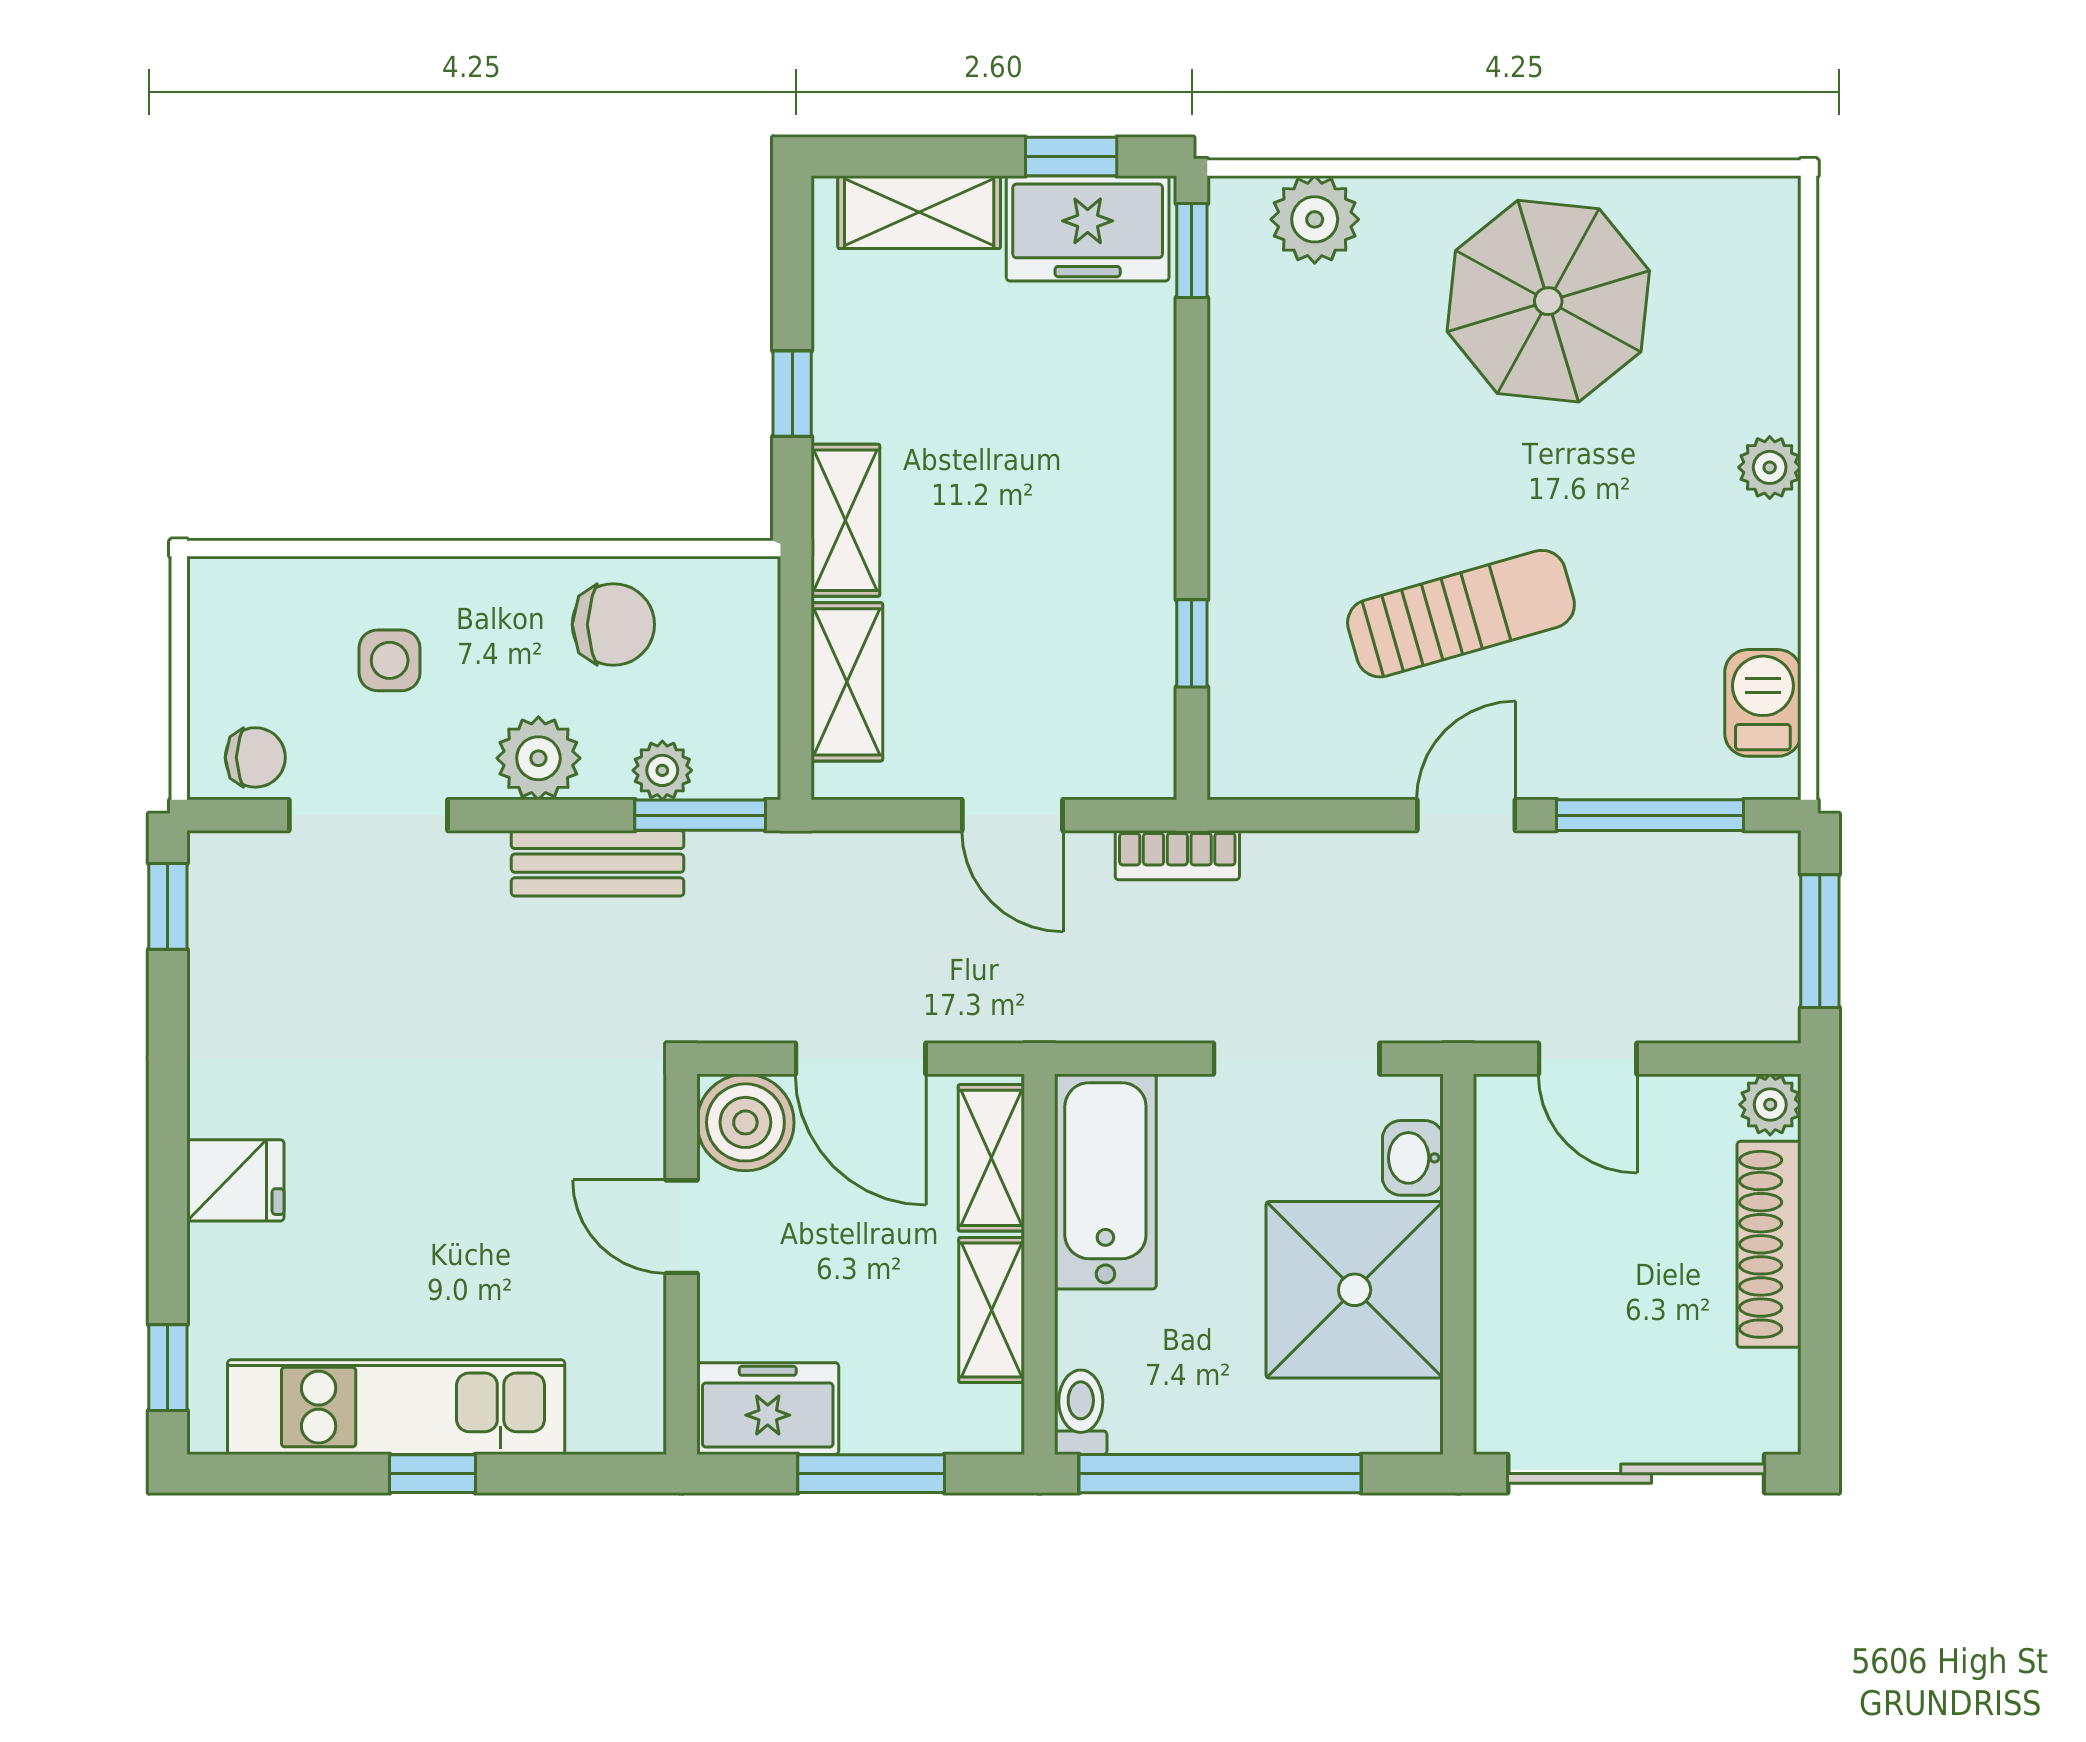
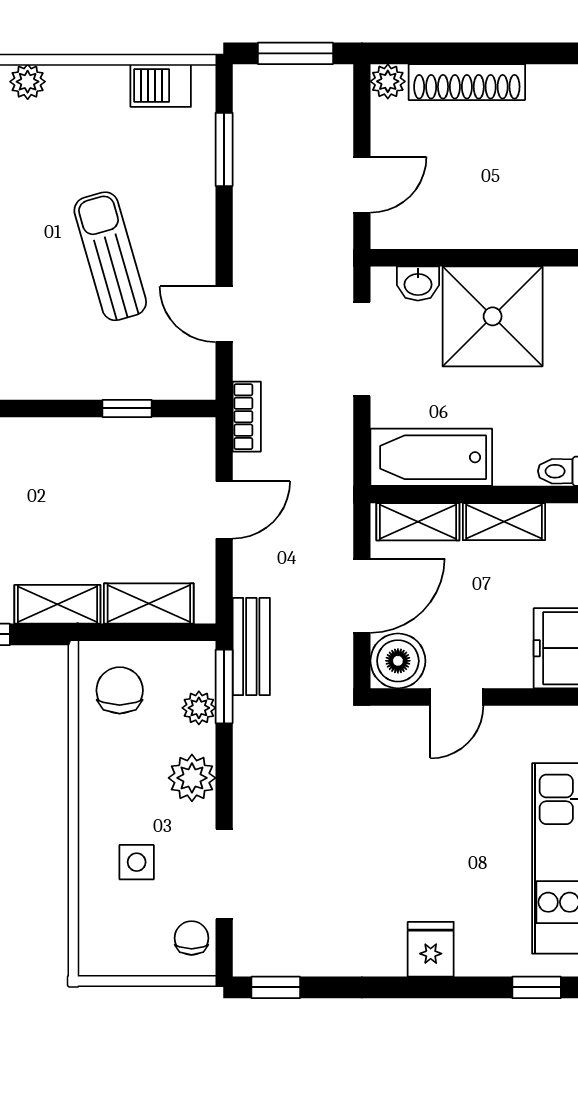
chair: (613, 625) -> (120, 690), moved
door: (1466, 815) -> (224, 314), moved
window: (1650, 815) -> (224, 149), width x0.69
bench: (598, 863) -> (251, 646), moved

